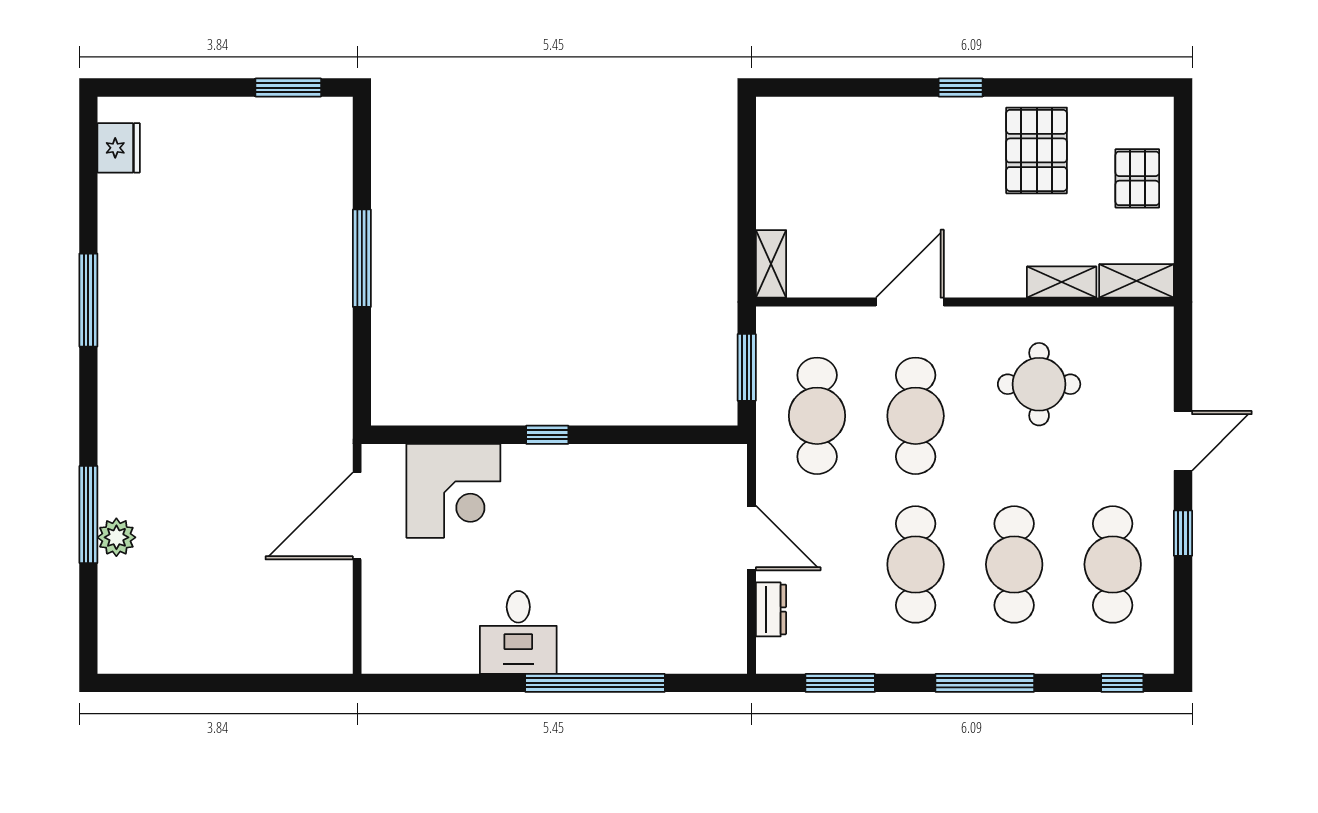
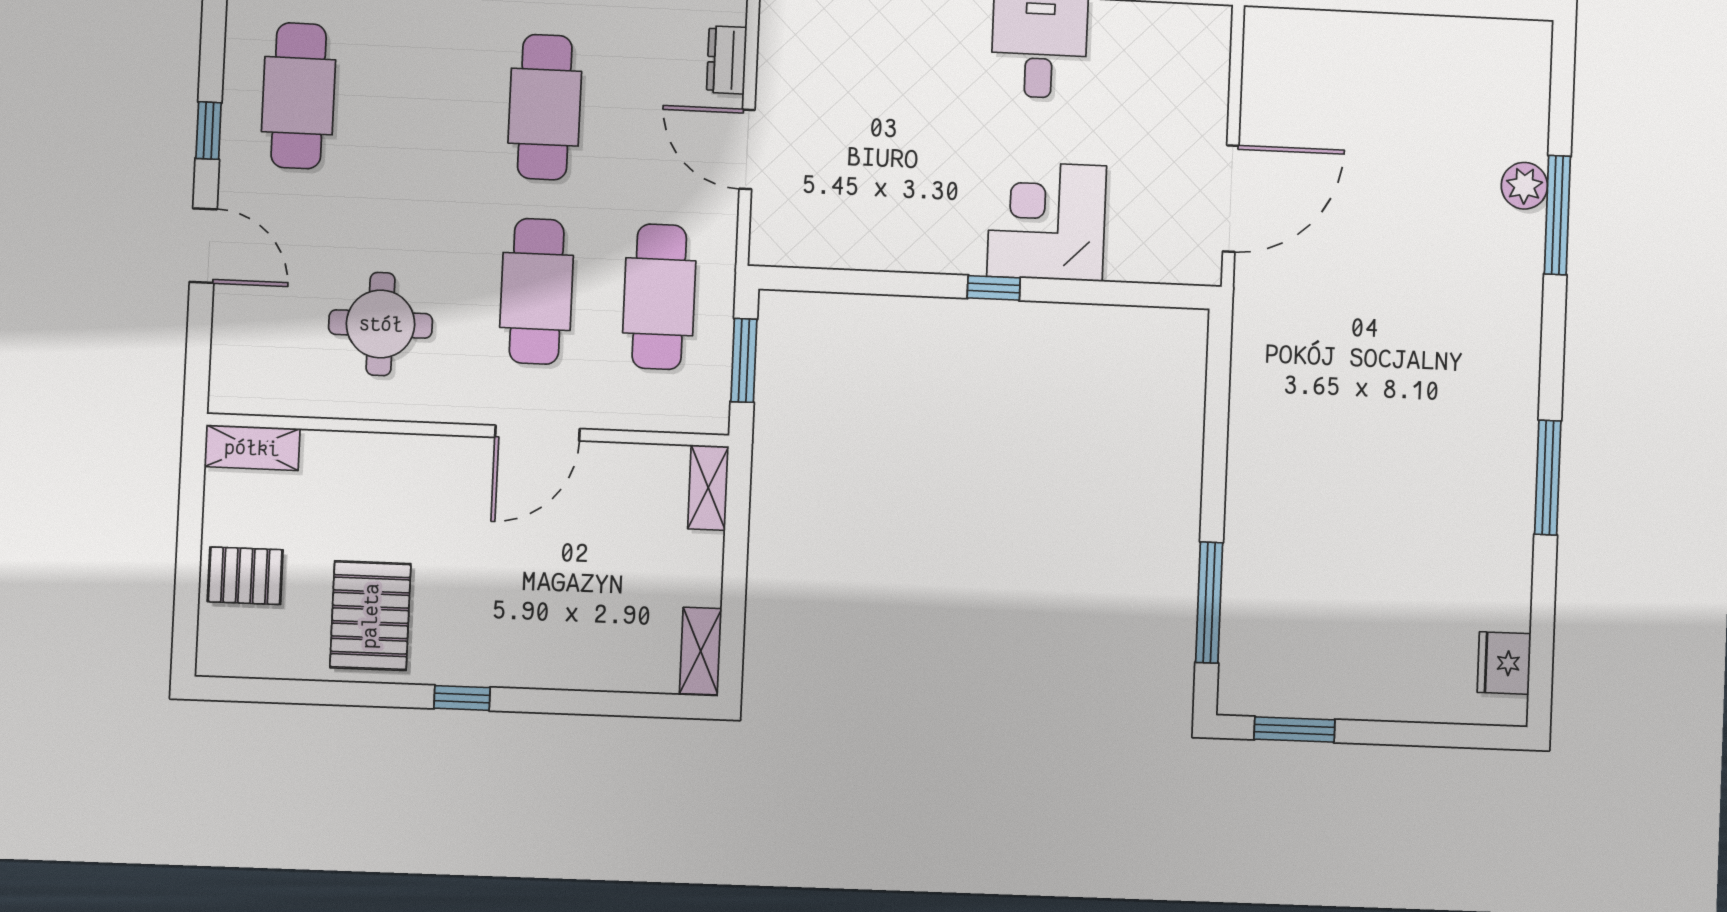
pallet: (1137, 178) -> (245, 576), turned 90
window: (362, 258) -> (1209, 602), moved
shelving: (1062, 282) -> (701, 651), moved, turned 90
door: (1183, 441) -> (203, 246), swing flipped
corner desk: (453, 491) -> (1047, 221), moved
cafe table: (1014, 564) -> (422, 101), removed

